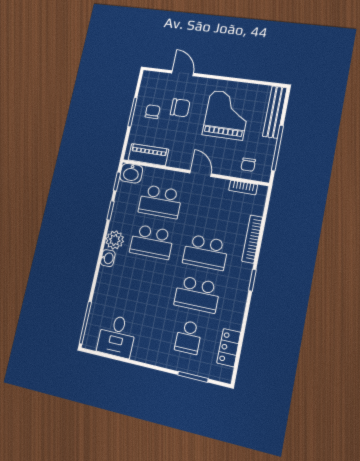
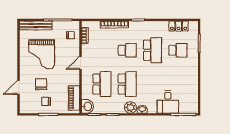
grand piano: (227, 115) -> (42, 54), turned -90
school desk: (205, 252) -> (127, 50), width x0.54
desk: (117, 336) -> (168, 102), moved, turned 90

